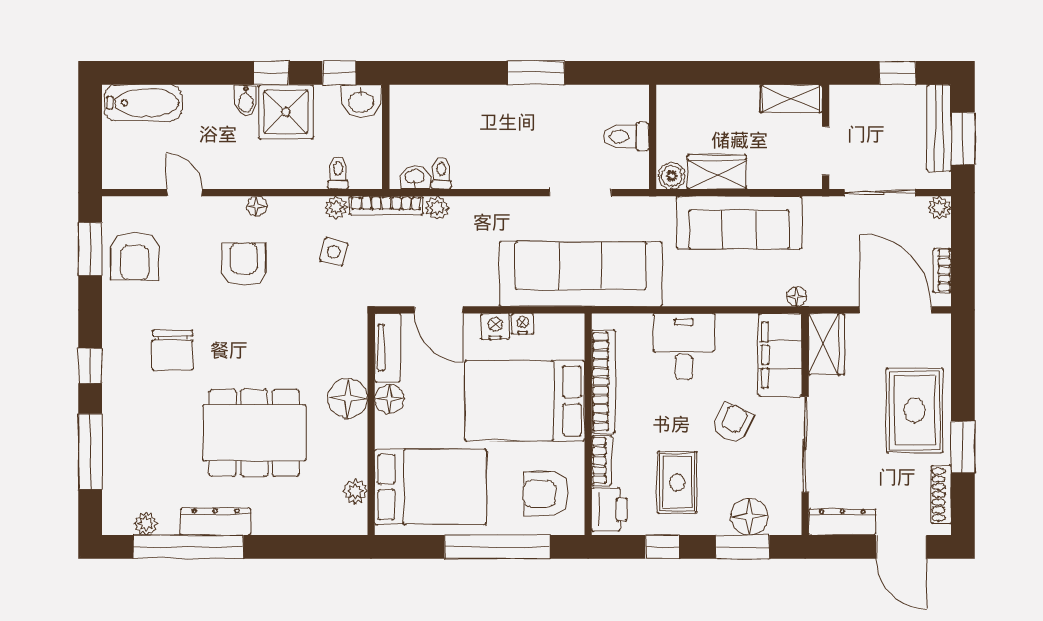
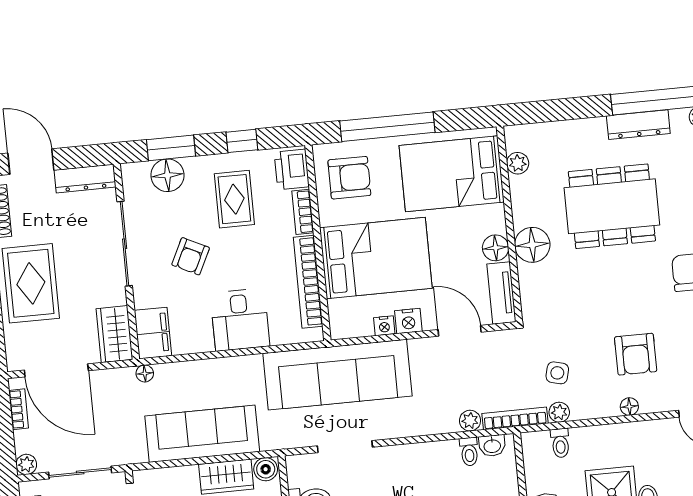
filing cabinet: (780, 355) -> (153, 333), width x0.67, depth x0.86

